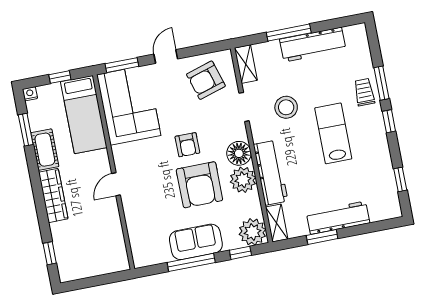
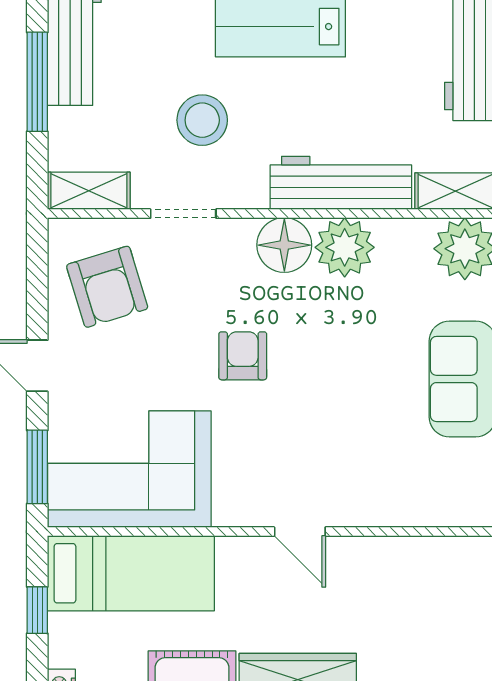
armchair: (187, 145) -> (243, 356), turned -90
armchair: (199, 185) -> (337, 346), removed

